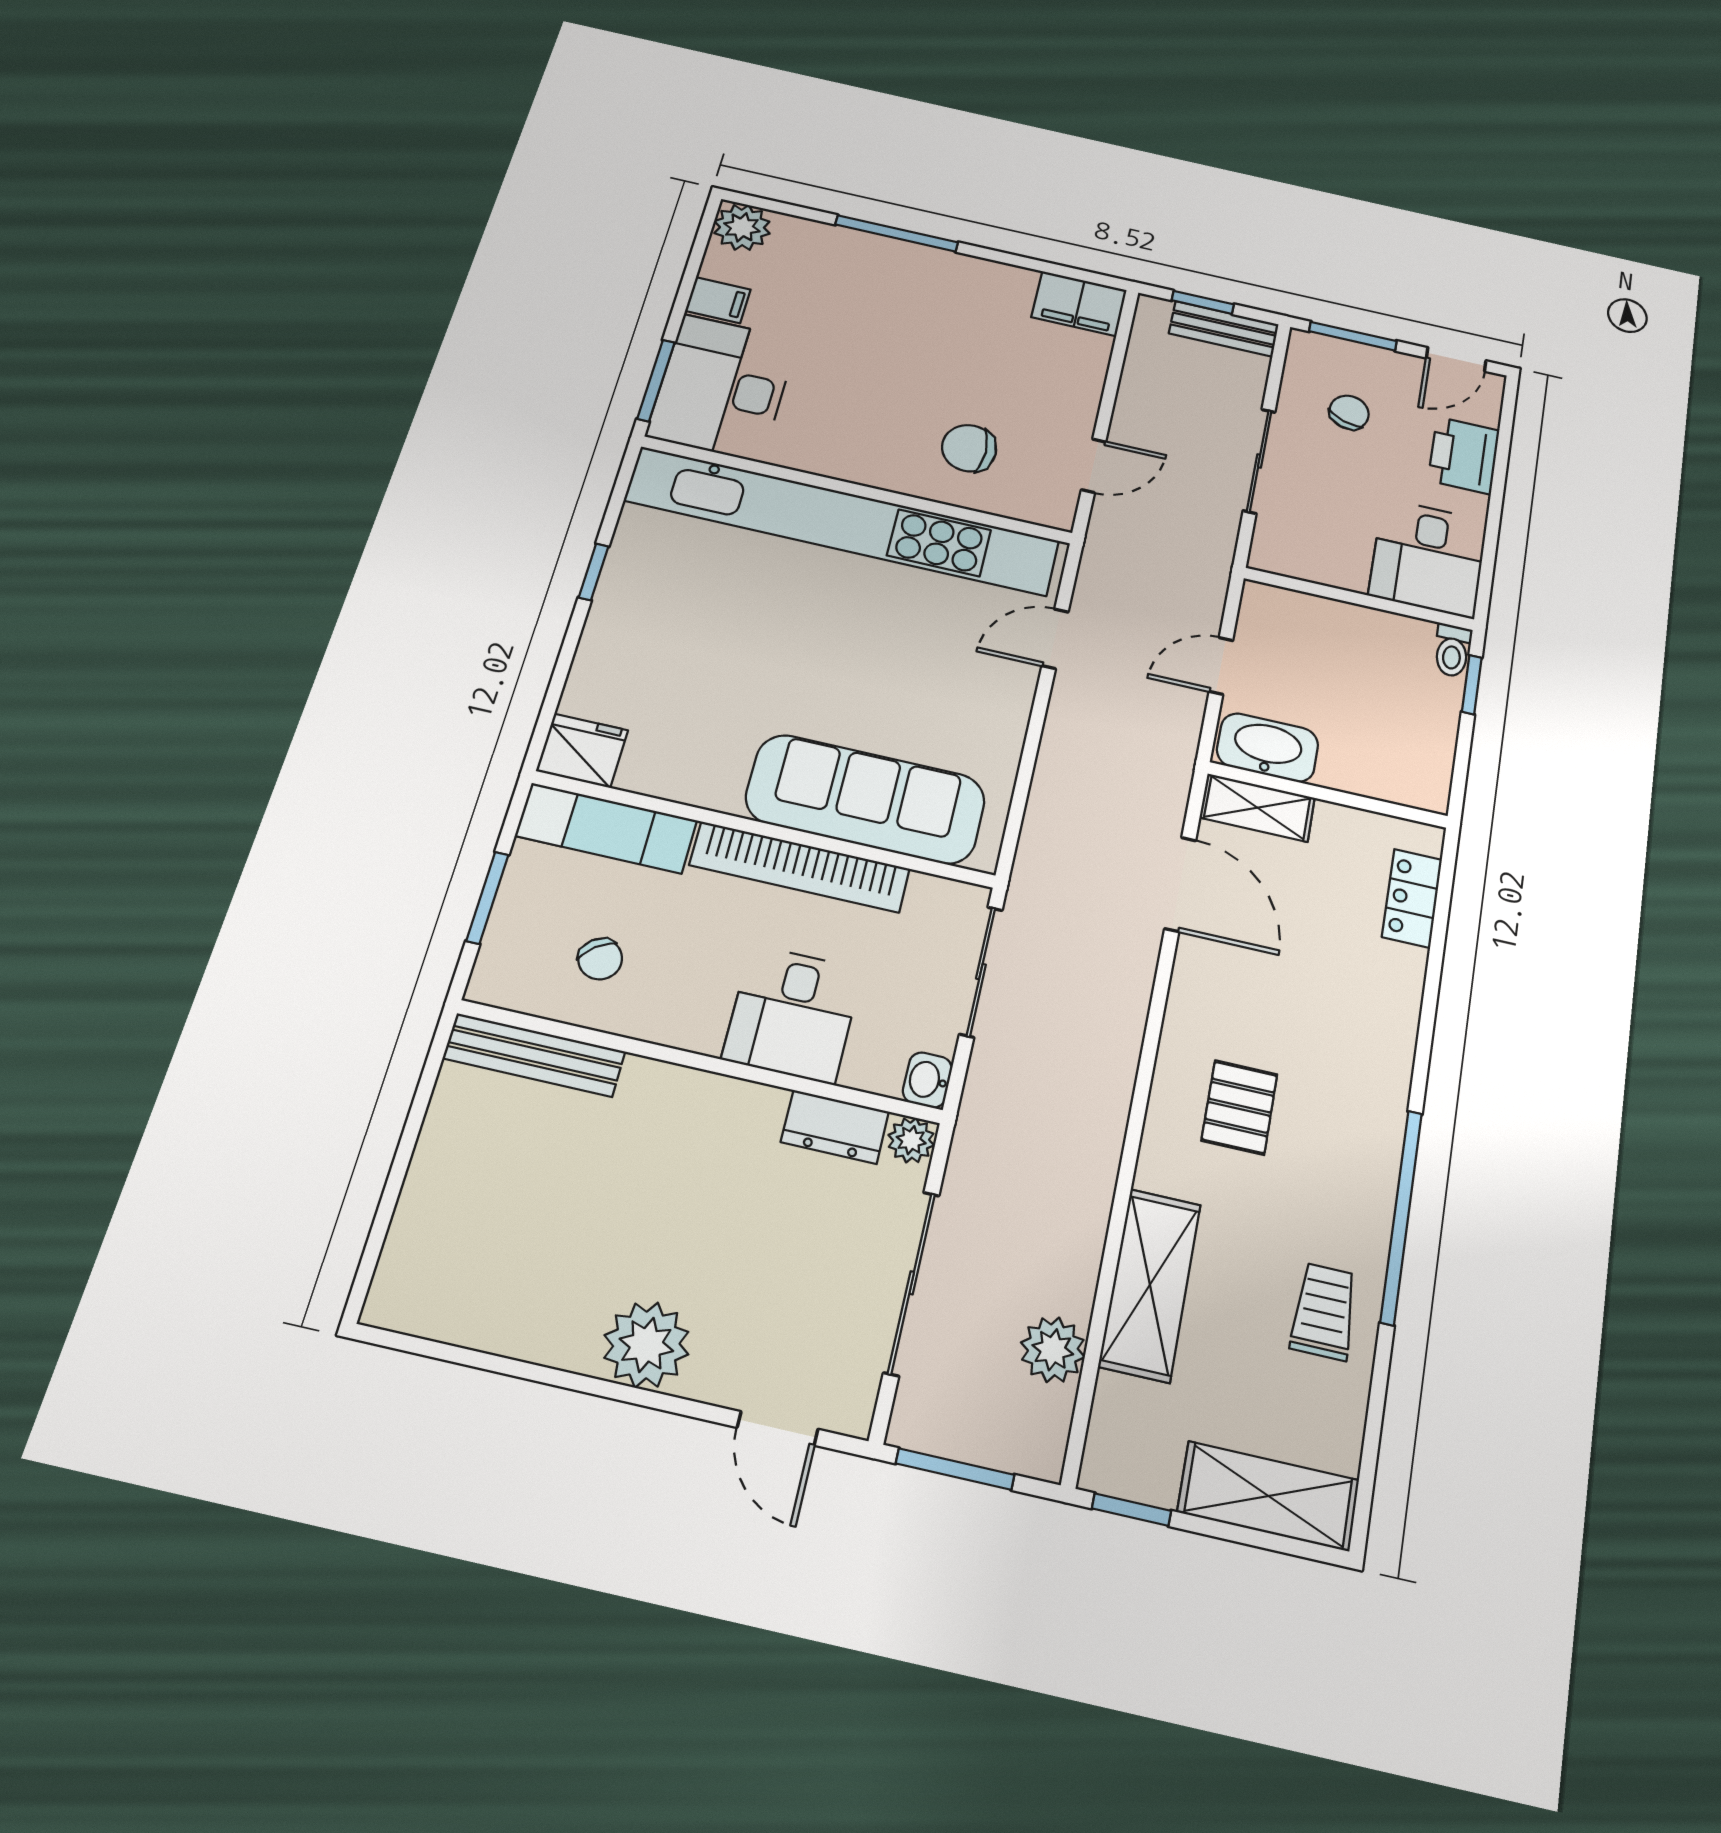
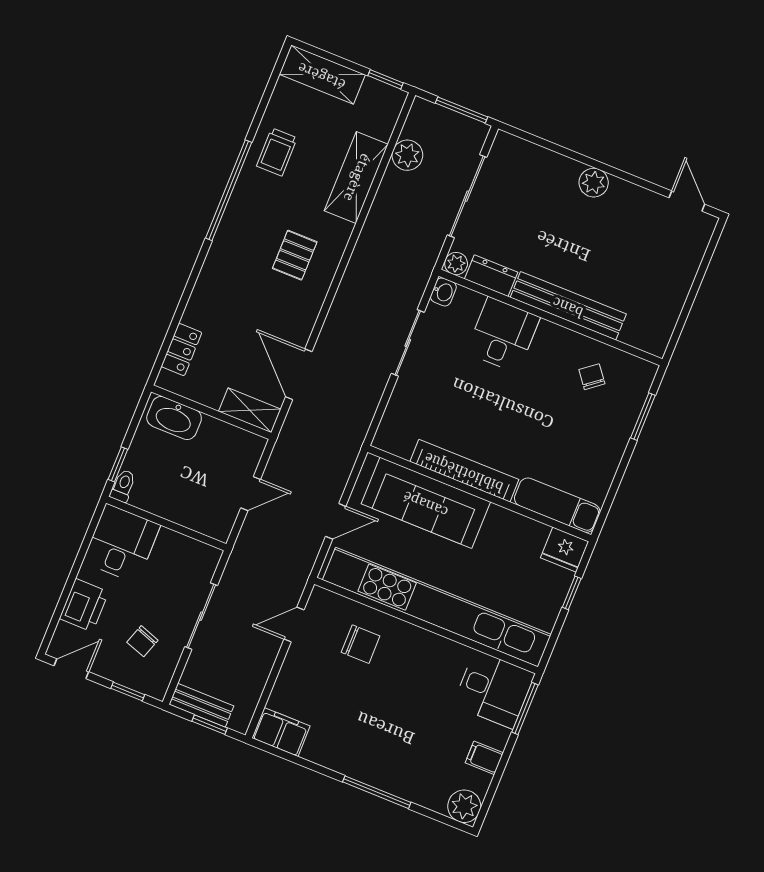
window: (1353, 336) -> (128, 692), width x0.67
desk: (722, 387) -> (494, 689), width x0.73
washbasin: (1268, 747) -> (174, 418), moved
fridge: (582, 751) -> (565, 550), moved
sofa: (865, 799) -> (426, 503), moved
exam couch: (606, 828) -> (557, 505), moved
wall: (764, 829) -> (479, 493), moved
bookcase: (800, 867) -> (464, 471), moved
bench: (534, 1055) -> (568, 306), moved, width x1.37, depth x1.21
plant: (646, 1345) -> (594, 183), width x0.73, depth x0.73
door: (778, 1428) -> (687, 201), moved

